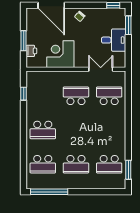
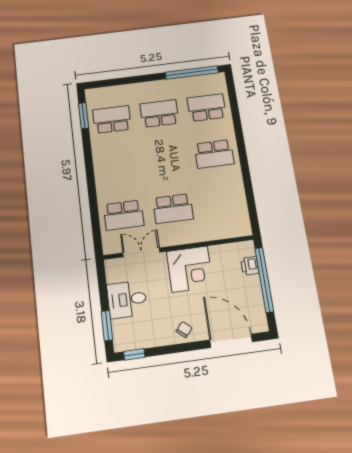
window: (24, 41) -> (264, 280), width x2.11
corner desk: (60, 54) -> (190, 269), moved
double door: (101, 69) -> (141, 252), swing flipped
window: (24, 94) -> (251, 201), removed
school desk: (43, 130) -> (214, 154), turned 180

